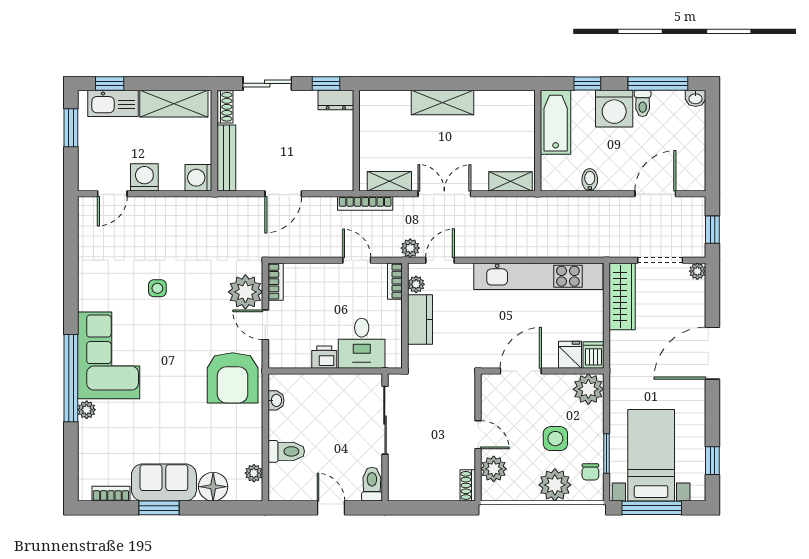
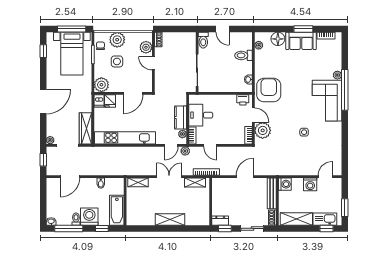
double door: (444, 194) -> (169, 177), swing flipped
desk: (362, 343) -> (201, 115), moved, turned -90
printer: (324, 357) -> (243, 100), moved

